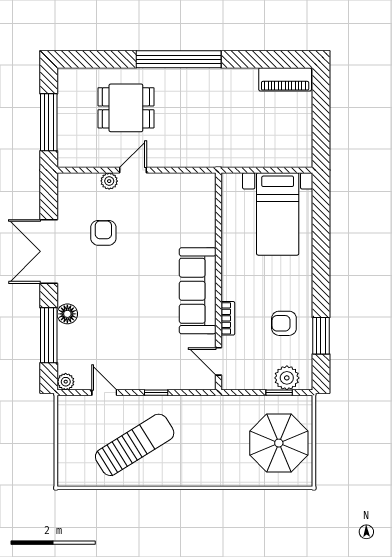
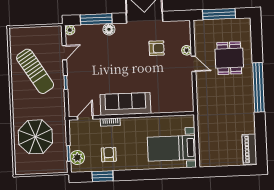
parasol: (279, 443) -> (35, 137), moved

